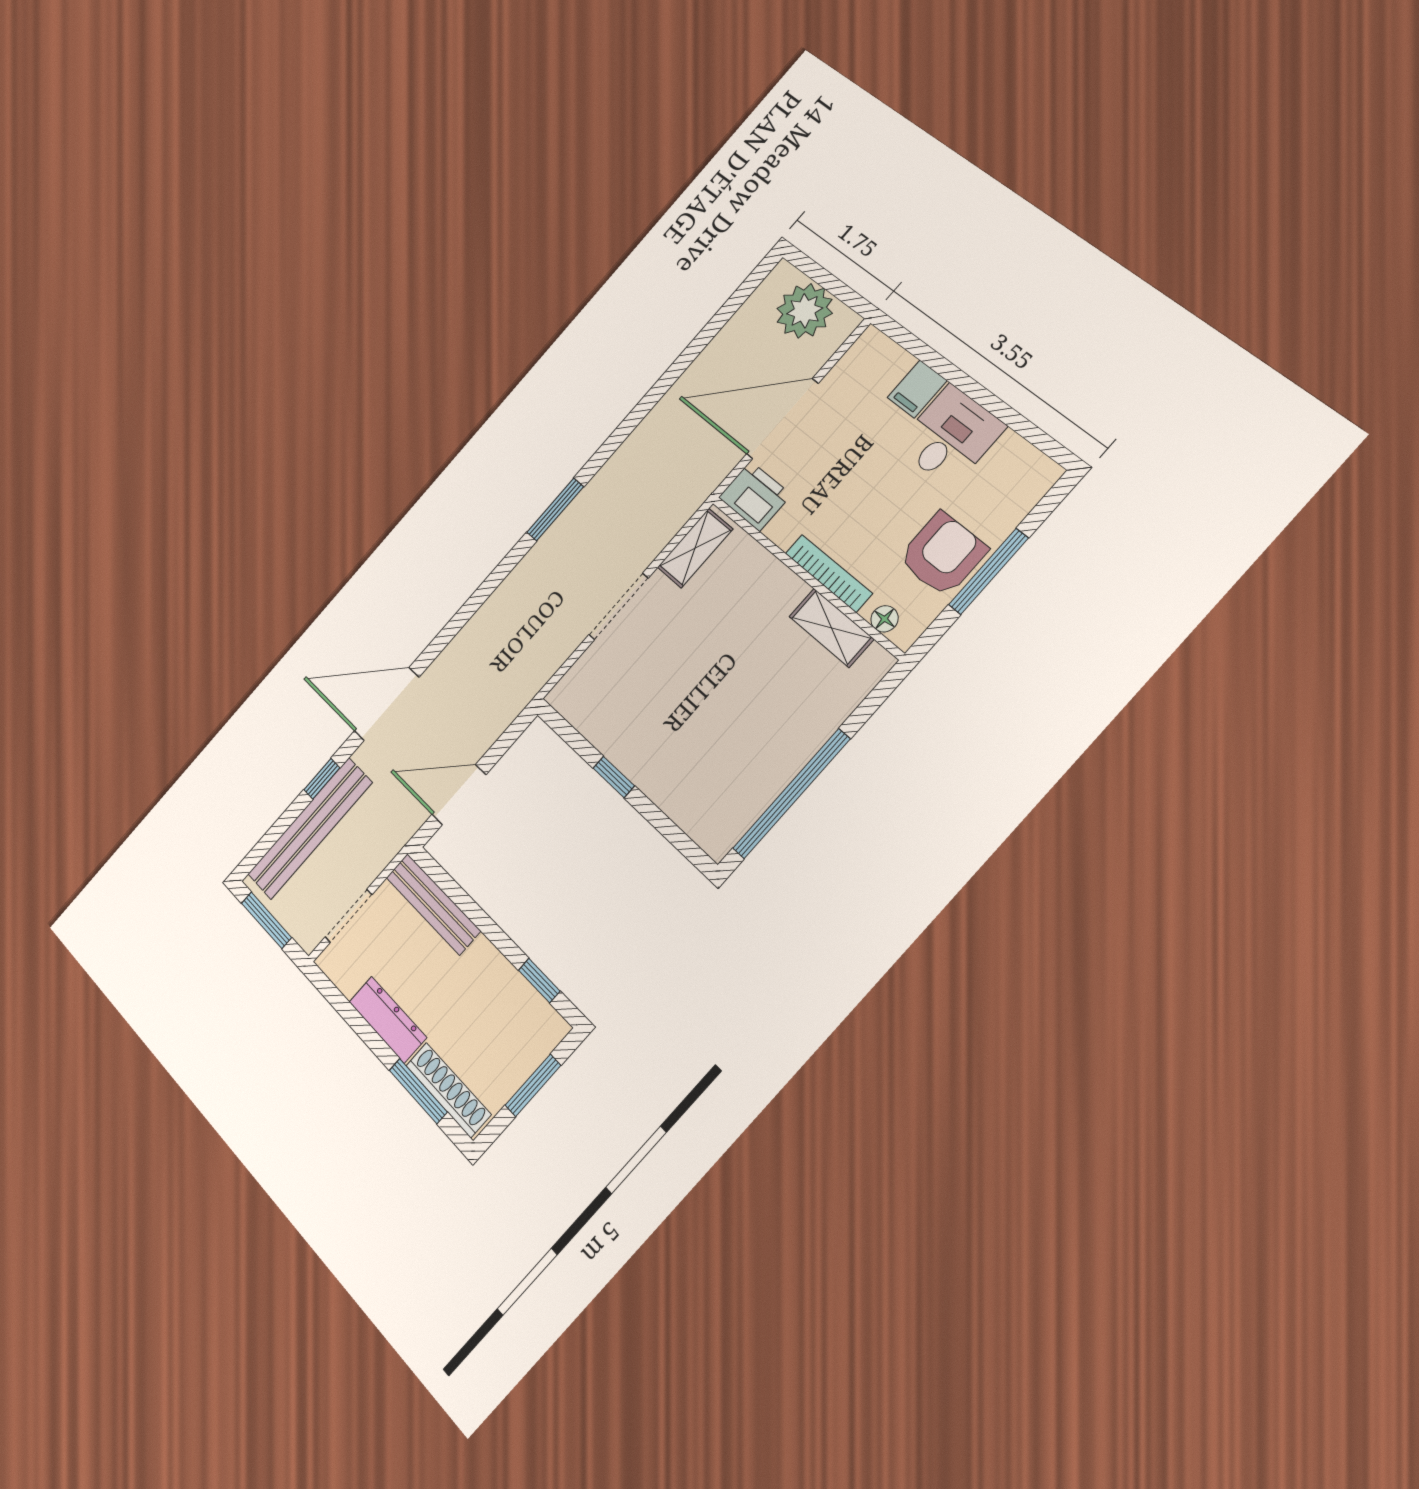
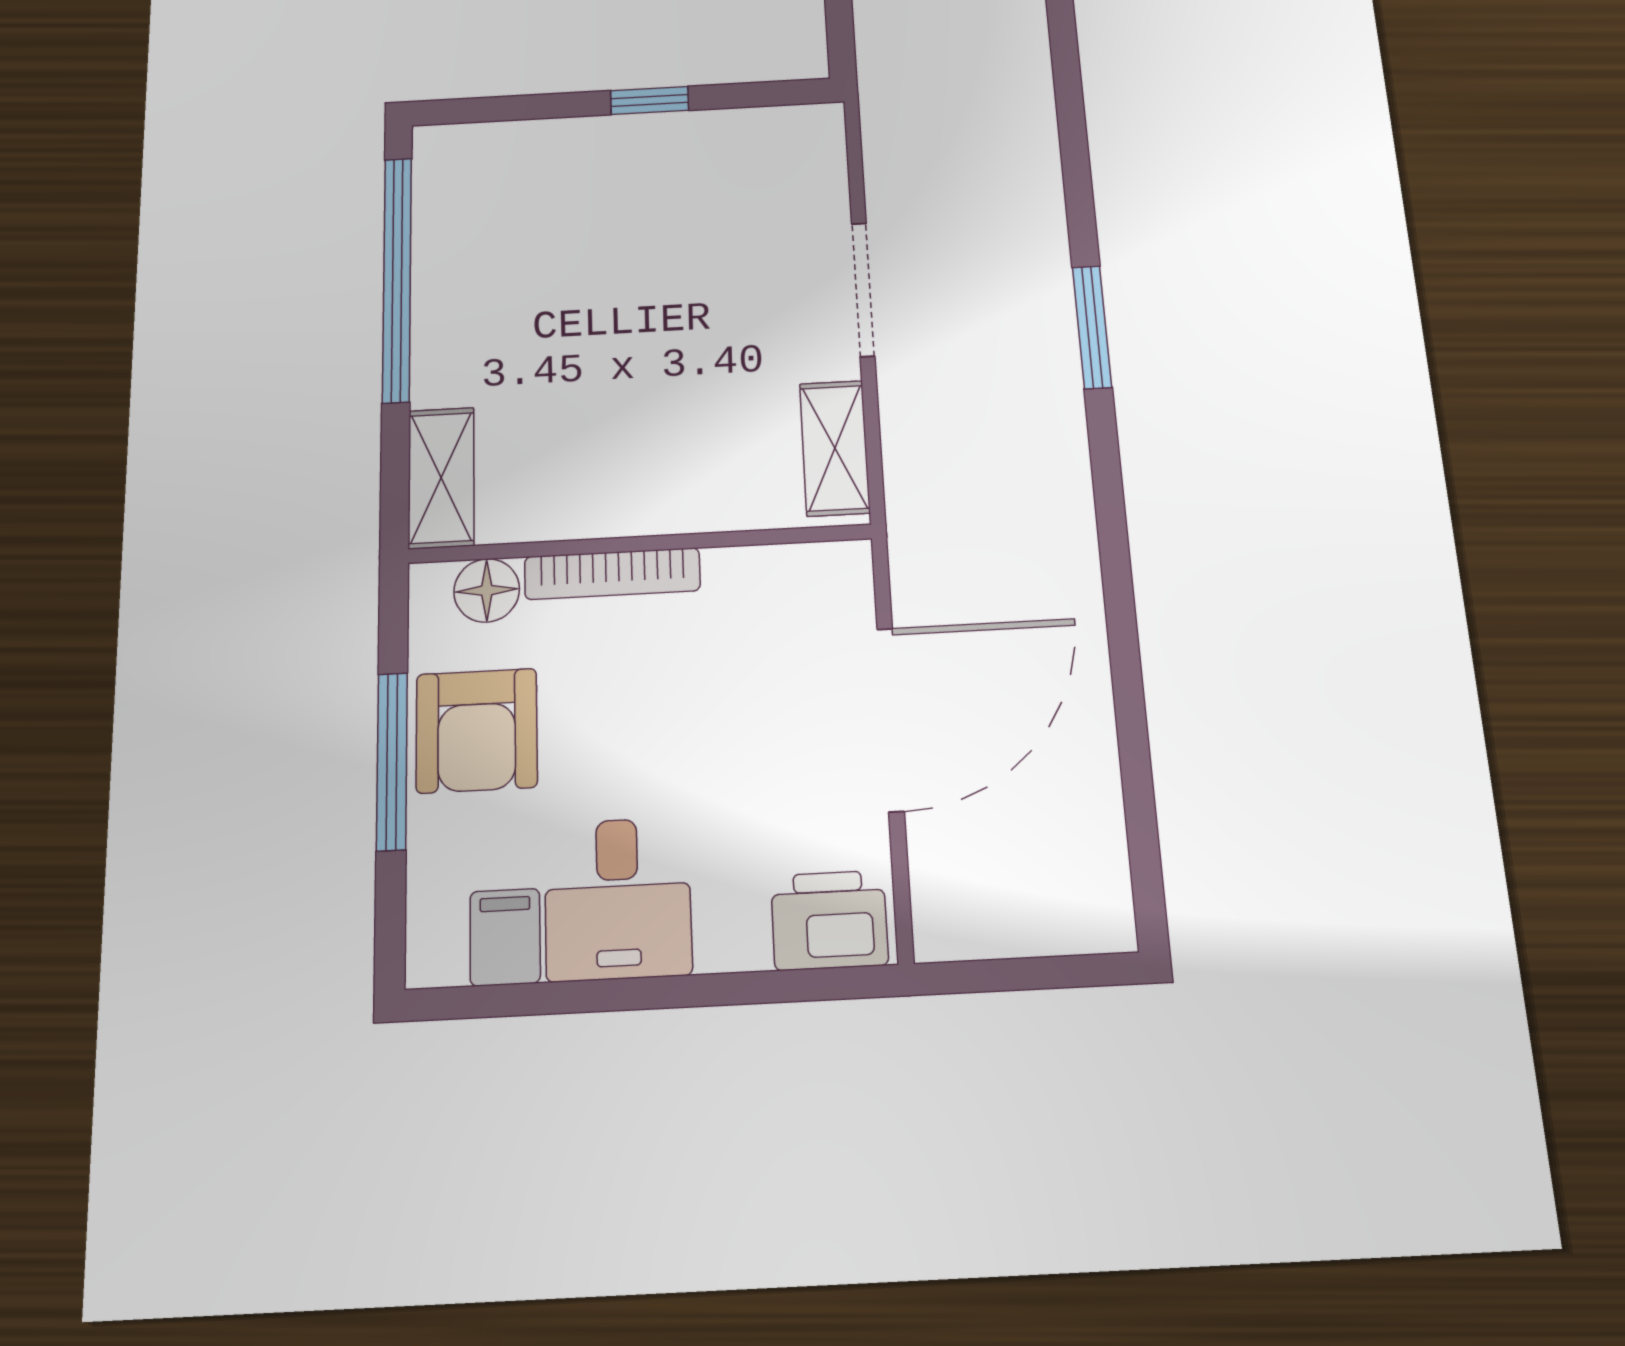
plant: (805, 311) -> (1019, 900), removed
filing cabinet: (917, 389) -> (505, 937), moved
printer: (755, 496) -> (829, 920), moved, turned 180
floor lamp: (885, 619) -> (487, 590), width x1.37, depth x1.37
shelving: (831, 628) -> (441, 478), moved, turned 90

